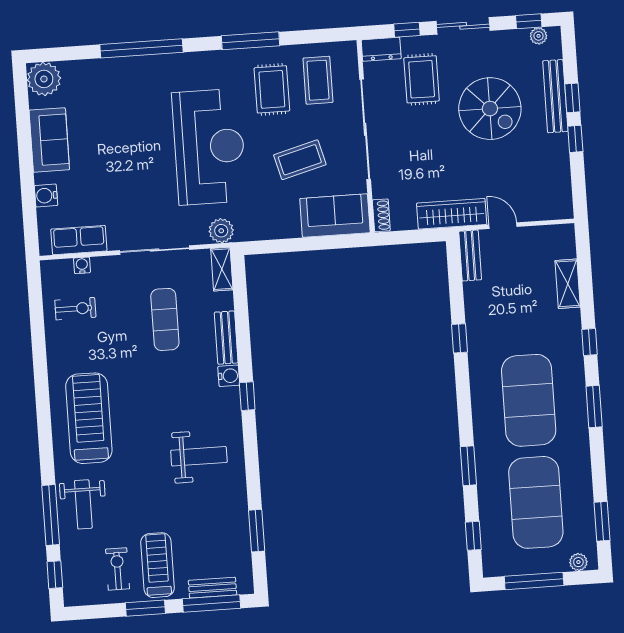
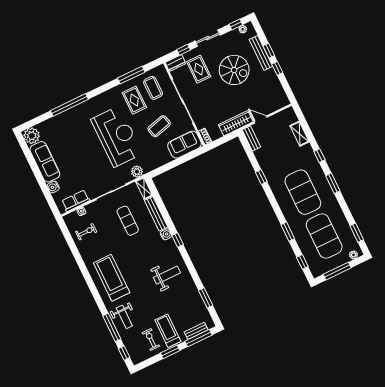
window: (250, 41) -> (131, 75), moved
sofa: (49, 140) -> (45, 162), width x1.36
bench: (226, 338) -> (156, 214), width x1.36

